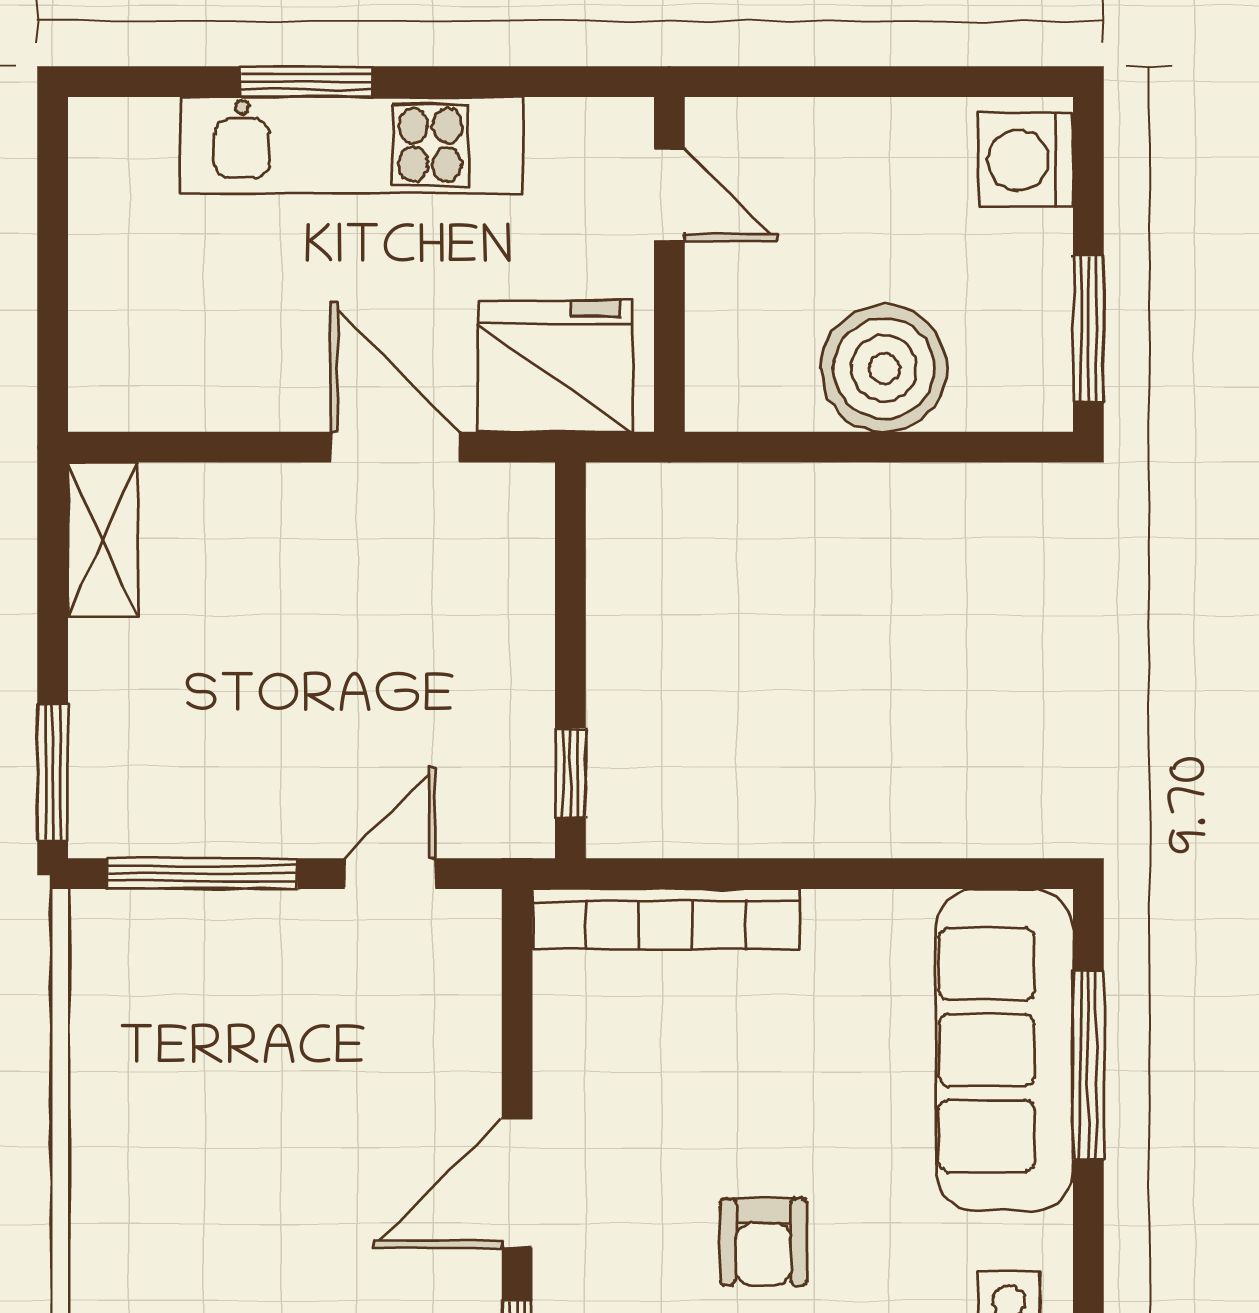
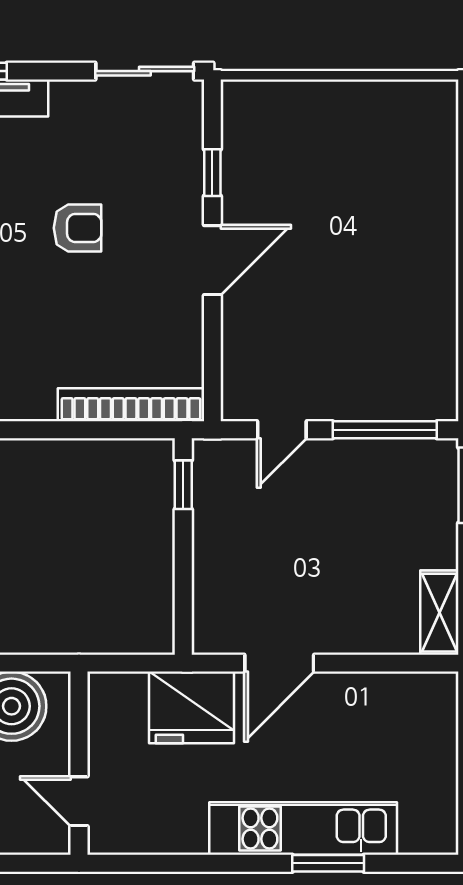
door: (669, 195) -> (79, 801), moved
wall: (669, 264) -> (79, 763), moved
door: (395, 447) -> (279, 663), hinge flipped
armchair: (763, 1242) -> (78, 228), turned 90

